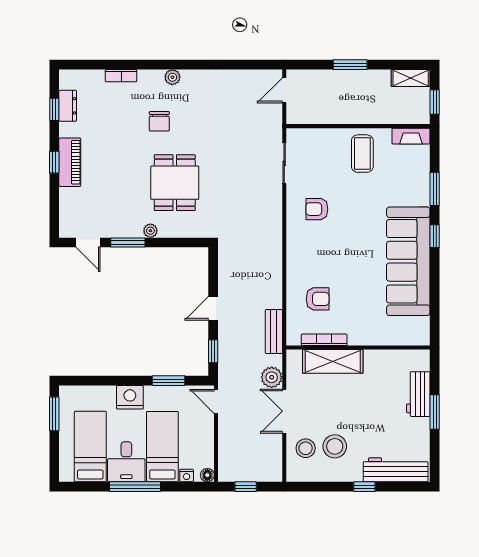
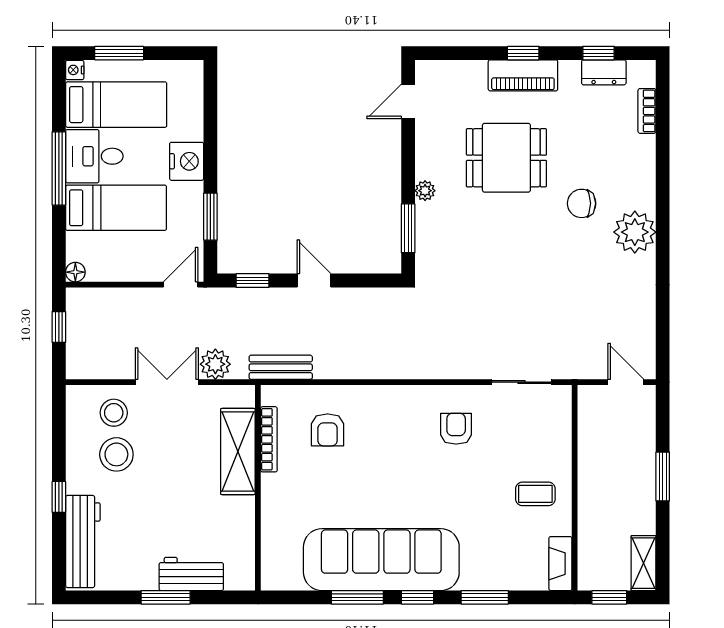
bookcase: (121, 76) -> (647, 111), moved
plant: (172, 77) -> (635, 232), width x1.88, depth x1.88
coffee table: (362, 154) -> (535, 494), width x0.73, depth x0.77
dining table: (175, 183) -> (506, 158), moved
window: (128, 243) -> (408, 228), moved
window: (435, 278) -> (357, 597), added
window: (54, 414) -> (119, 53), moved
nightstand: (187, 475) -> (75, 70), moved

